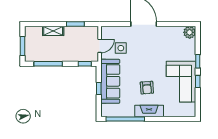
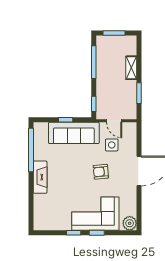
corner sofa: (181, 82) -> (95, 214), moved
armchair: (147, 88) -> (101, 172), moved

